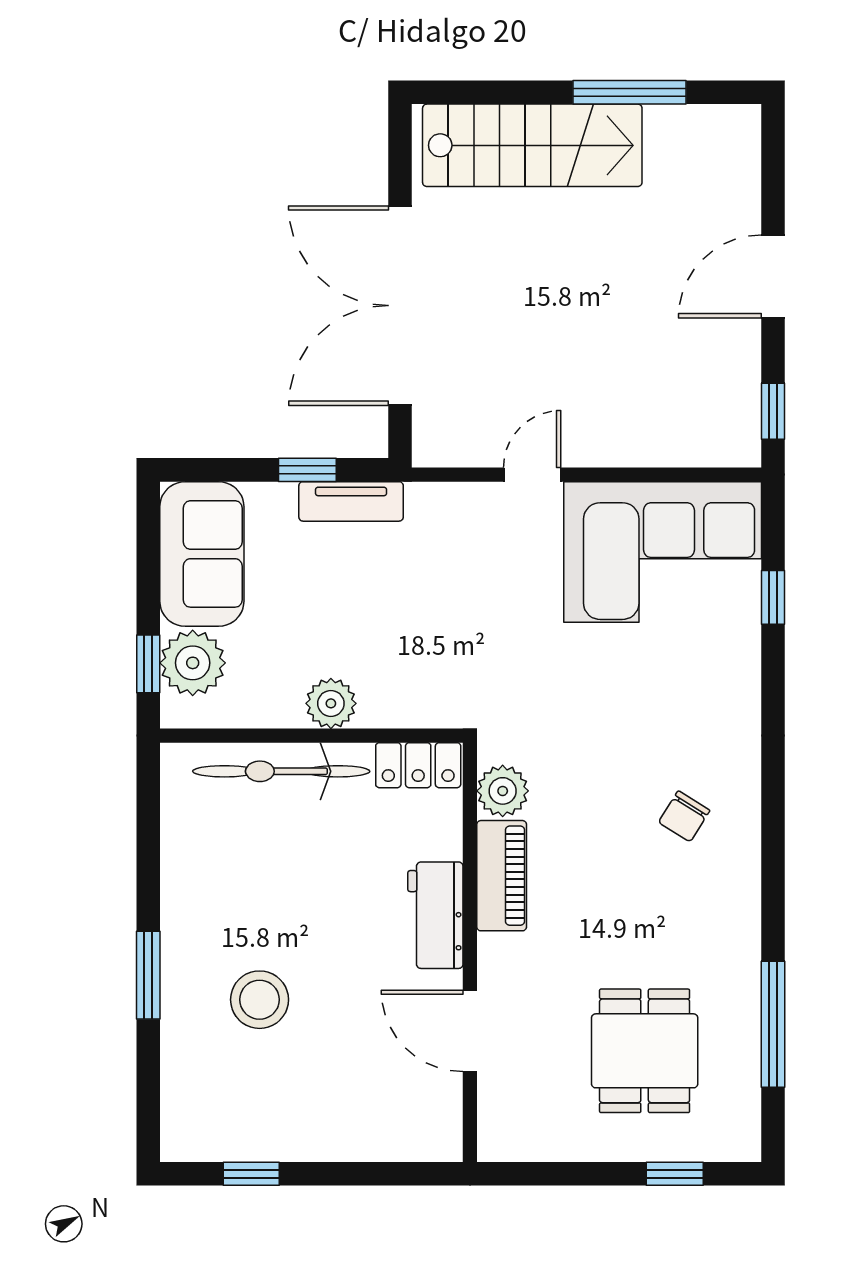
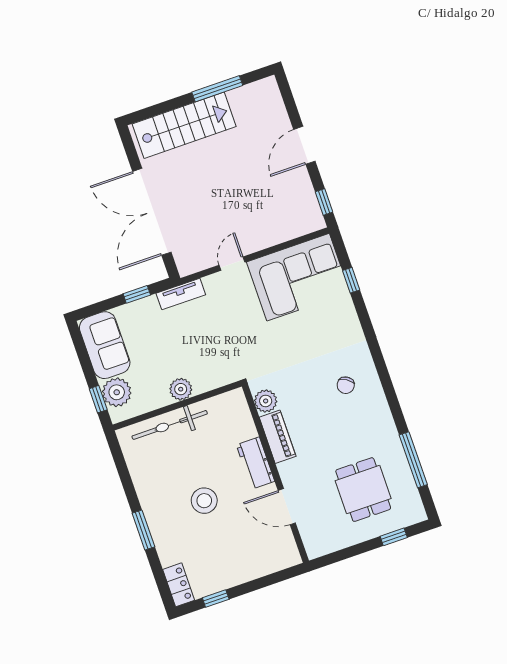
tv unit: (351, 501) -> (181, 294), moved
locker: (418, 765) -> (179, 585), moved, turned -90
stool: (260, 1000) -> (204, 501), moved

